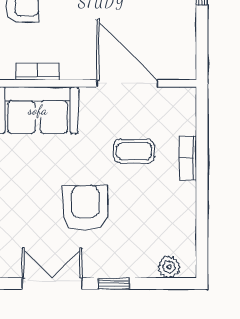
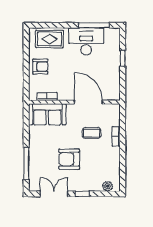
armchair: (85, 208) -> (69, 159), turned -90

